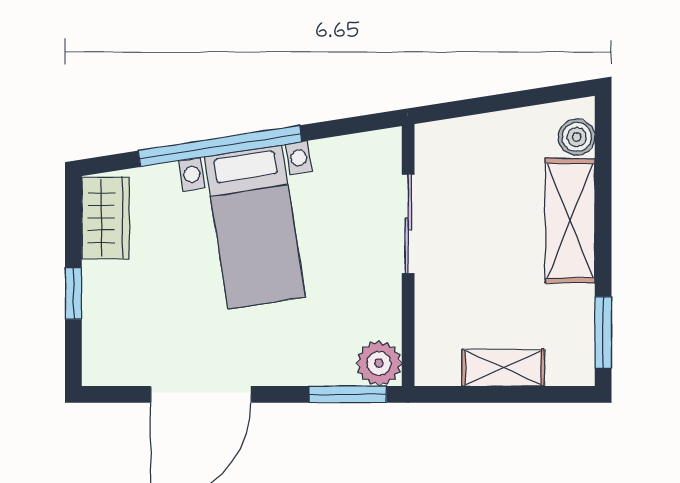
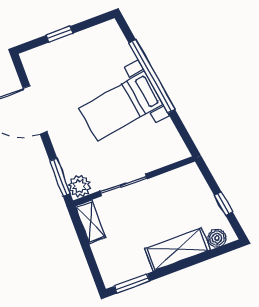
window: (515, 100) -> (223, 204), added
wardrobe: (105, 218) -> (100, 36), removed
sliding door: (408, 224) -> (123, 185), moved
shelving: (503, 368) -> (91, 222), moved

